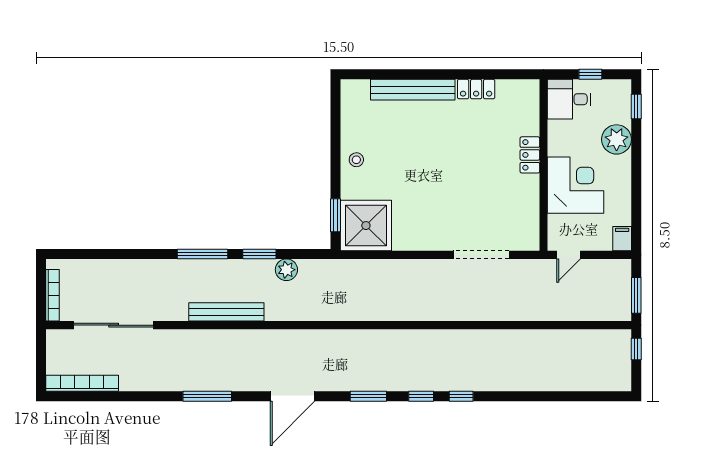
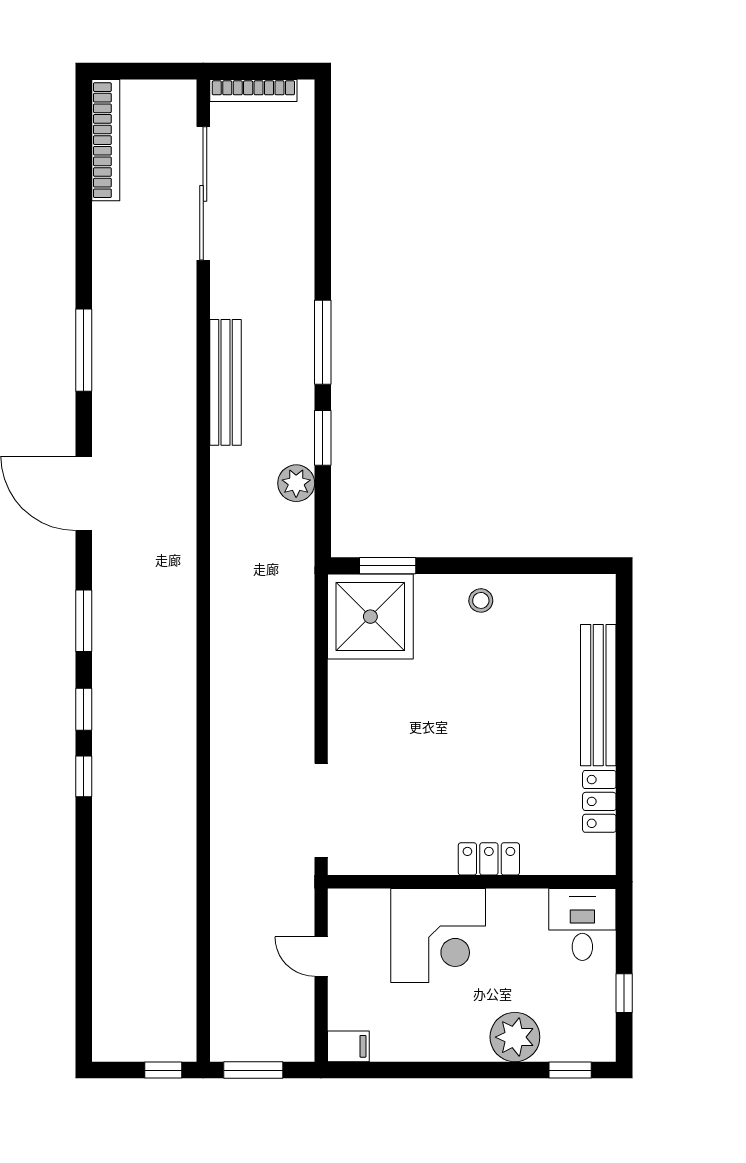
desk: (569, 99) -> (582, 924), moved
locker: (530, 155) -> (489, 859), moved
wall: (543, 165) -> (472, 882), moved
corner desk: (576, 185) -> (438, 935), moved

